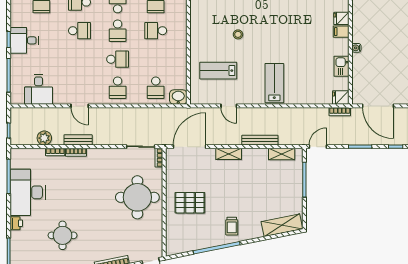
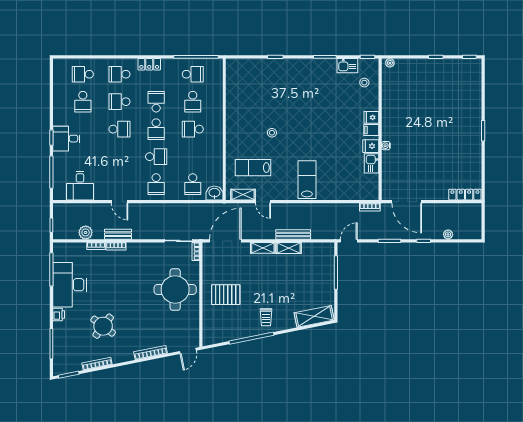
fridge: (341, 98) -> (371, 146), moved
shelving: (208, 99) -> (243, 195), added
shelving: (282, 154) -> (289, 248), moved
round table: (63, 235) -> (103, 326), turned 37

